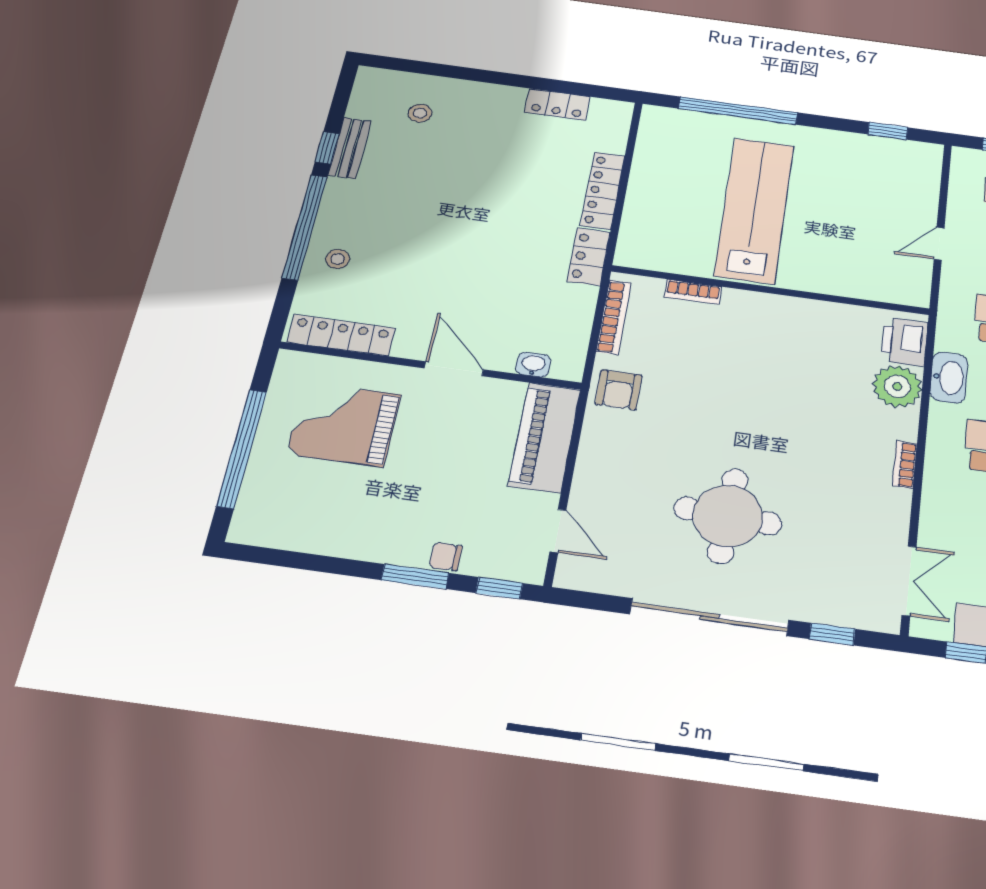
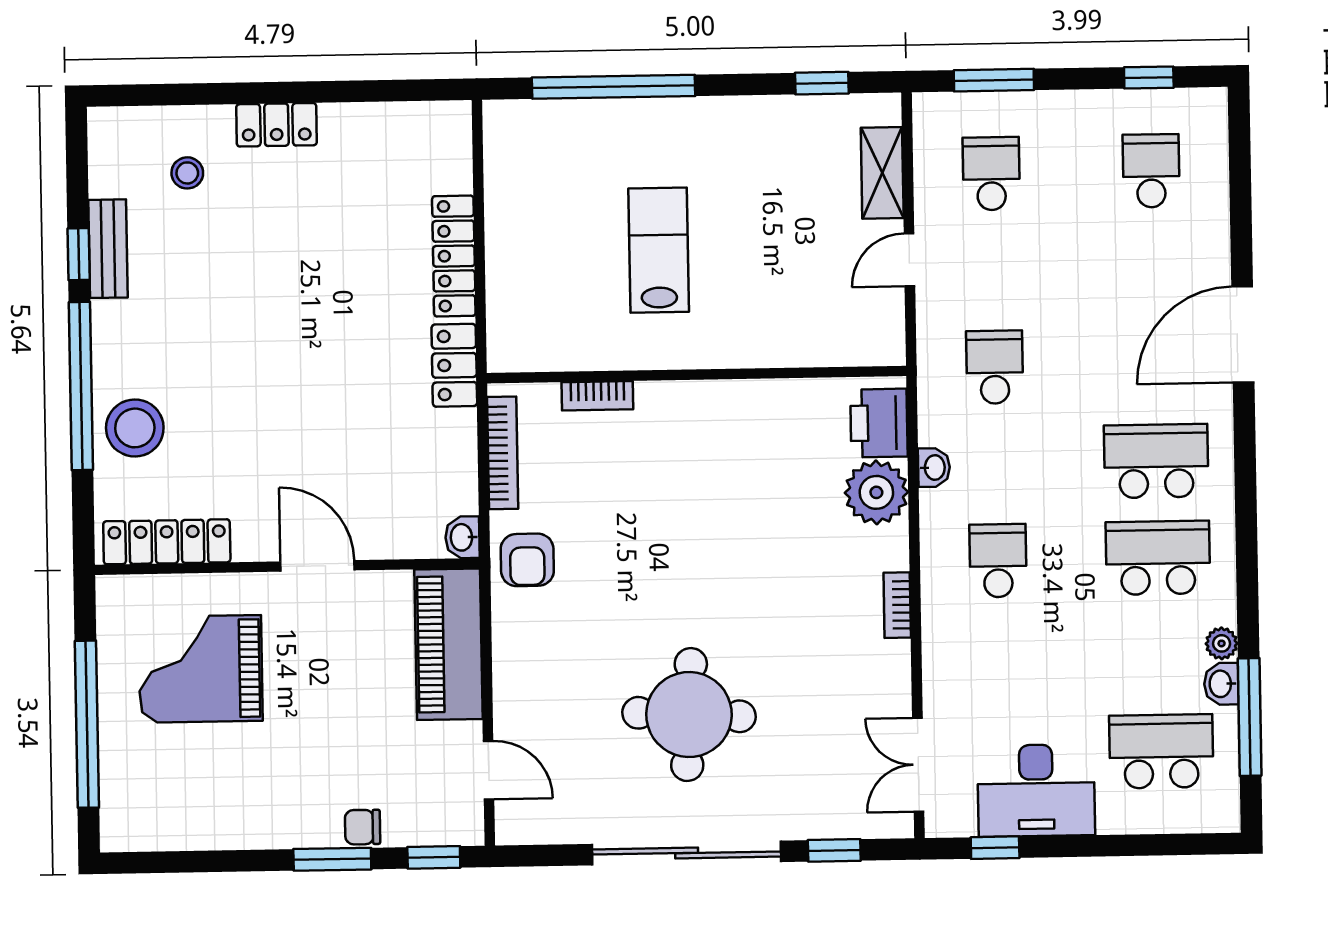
locker: (557, 104) -> (277, 125), moved
shelving: (925, 189) -> (882, 173), added
lab bench: (754, 210) -> (659, 250), width x0.54, depth x0.72
stool: (338, 259) -> (135, 428), width x1.89, depth x1.89
washbasin: (533, 365) -> (462, 537), moved, turned -90
washbasin: (949, 378) -> (934, 468), width x0.52, depth x0.69
double door: (909, 581) -> (918, 765), swing flipped

